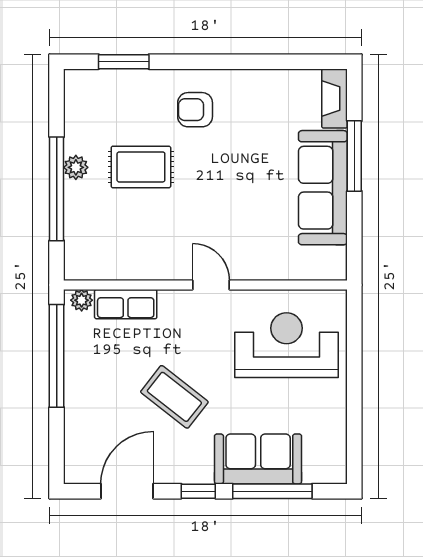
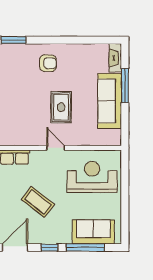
armchair: (195, 110) -> (48, 63), turned 180
rug: (141, 167) -> (61, 107), moved, turned 90
sofa: (258, 459) -> (93, 232), moved

